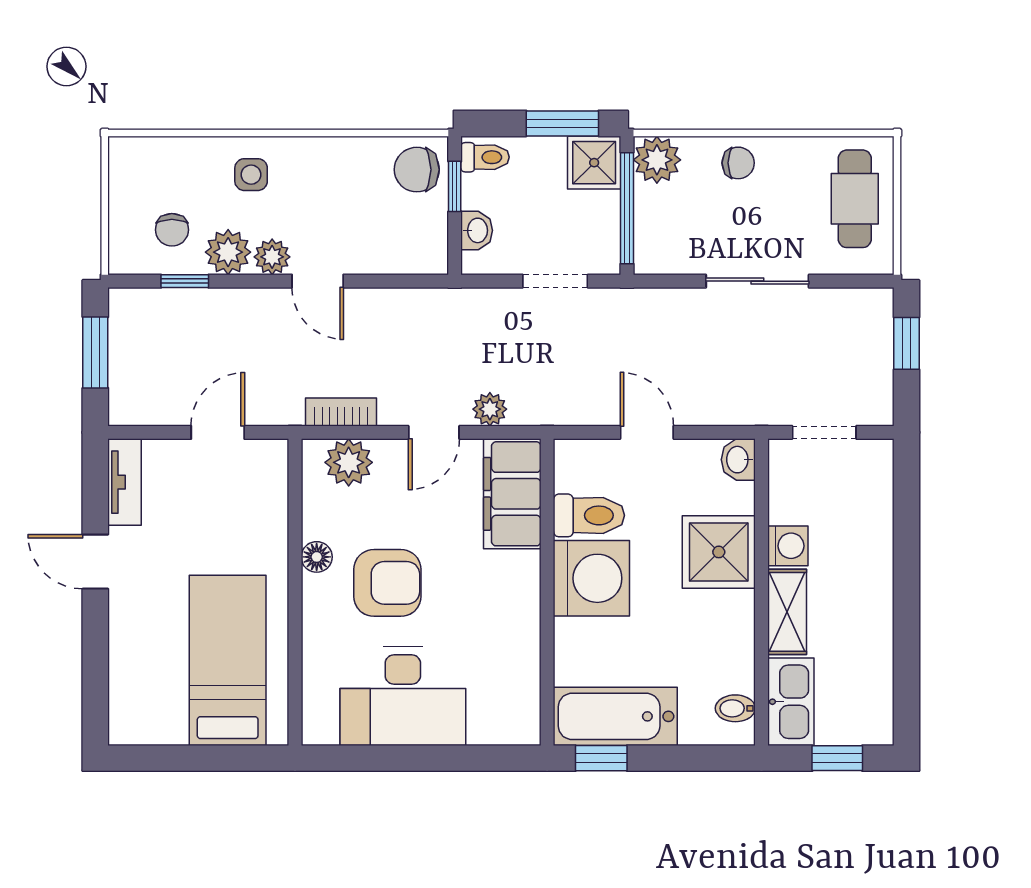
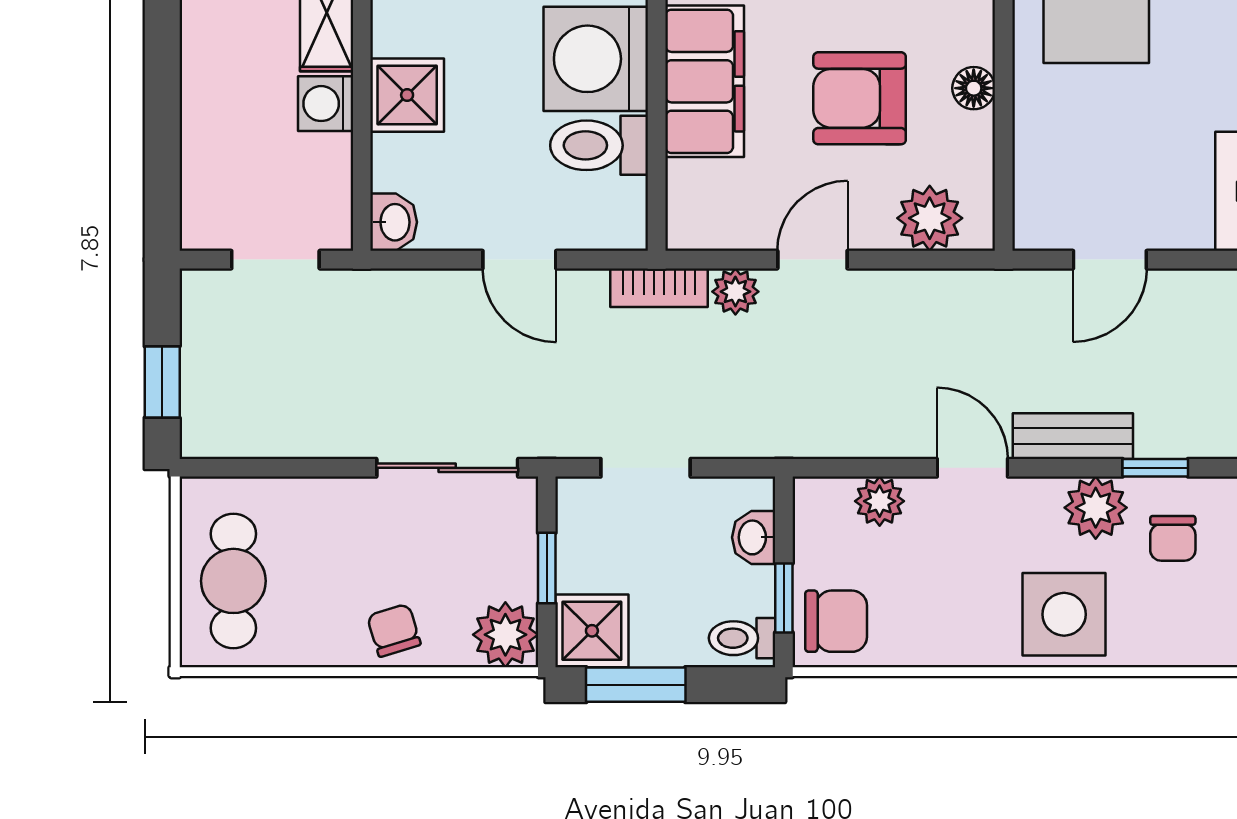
chair: (738, 163) -> (394, 630), turned 73
side table: (251, 175) -> (1064, 614), width x1.87, depth x1.87
window: (627, 208) -> (547, 568), width x0.46
chair: (172, 230) -> (1173, 538), turned 180
plant: (272, 257) -> (880, 501), moved
sliding door: (757, 281) -> (447, 468), moved
bench: (245, 304) -> (1073, 436), added
bookcase: (341, 412) -> (659, 288), moved
filing cabinet: (512, 494) -> (705, 81), moved
shower: (719, 552) -> (407, 95), width x0.73, depth x0.73
armchair: (387, 583) -> (860, 98), moved

